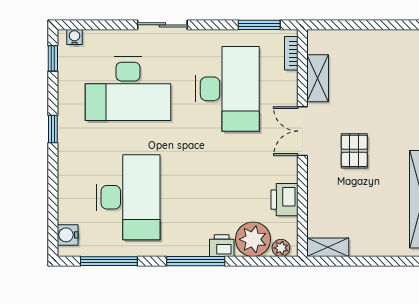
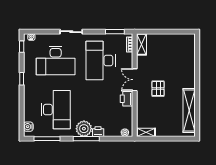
shelving: (318, 78) -> (141, 44), moved
desk: (227, 89) -> (101, 61), turned 180
printer: (285, 200) -> (127, 99), moved
plant: (253, 239) -> (84, 129), moved

